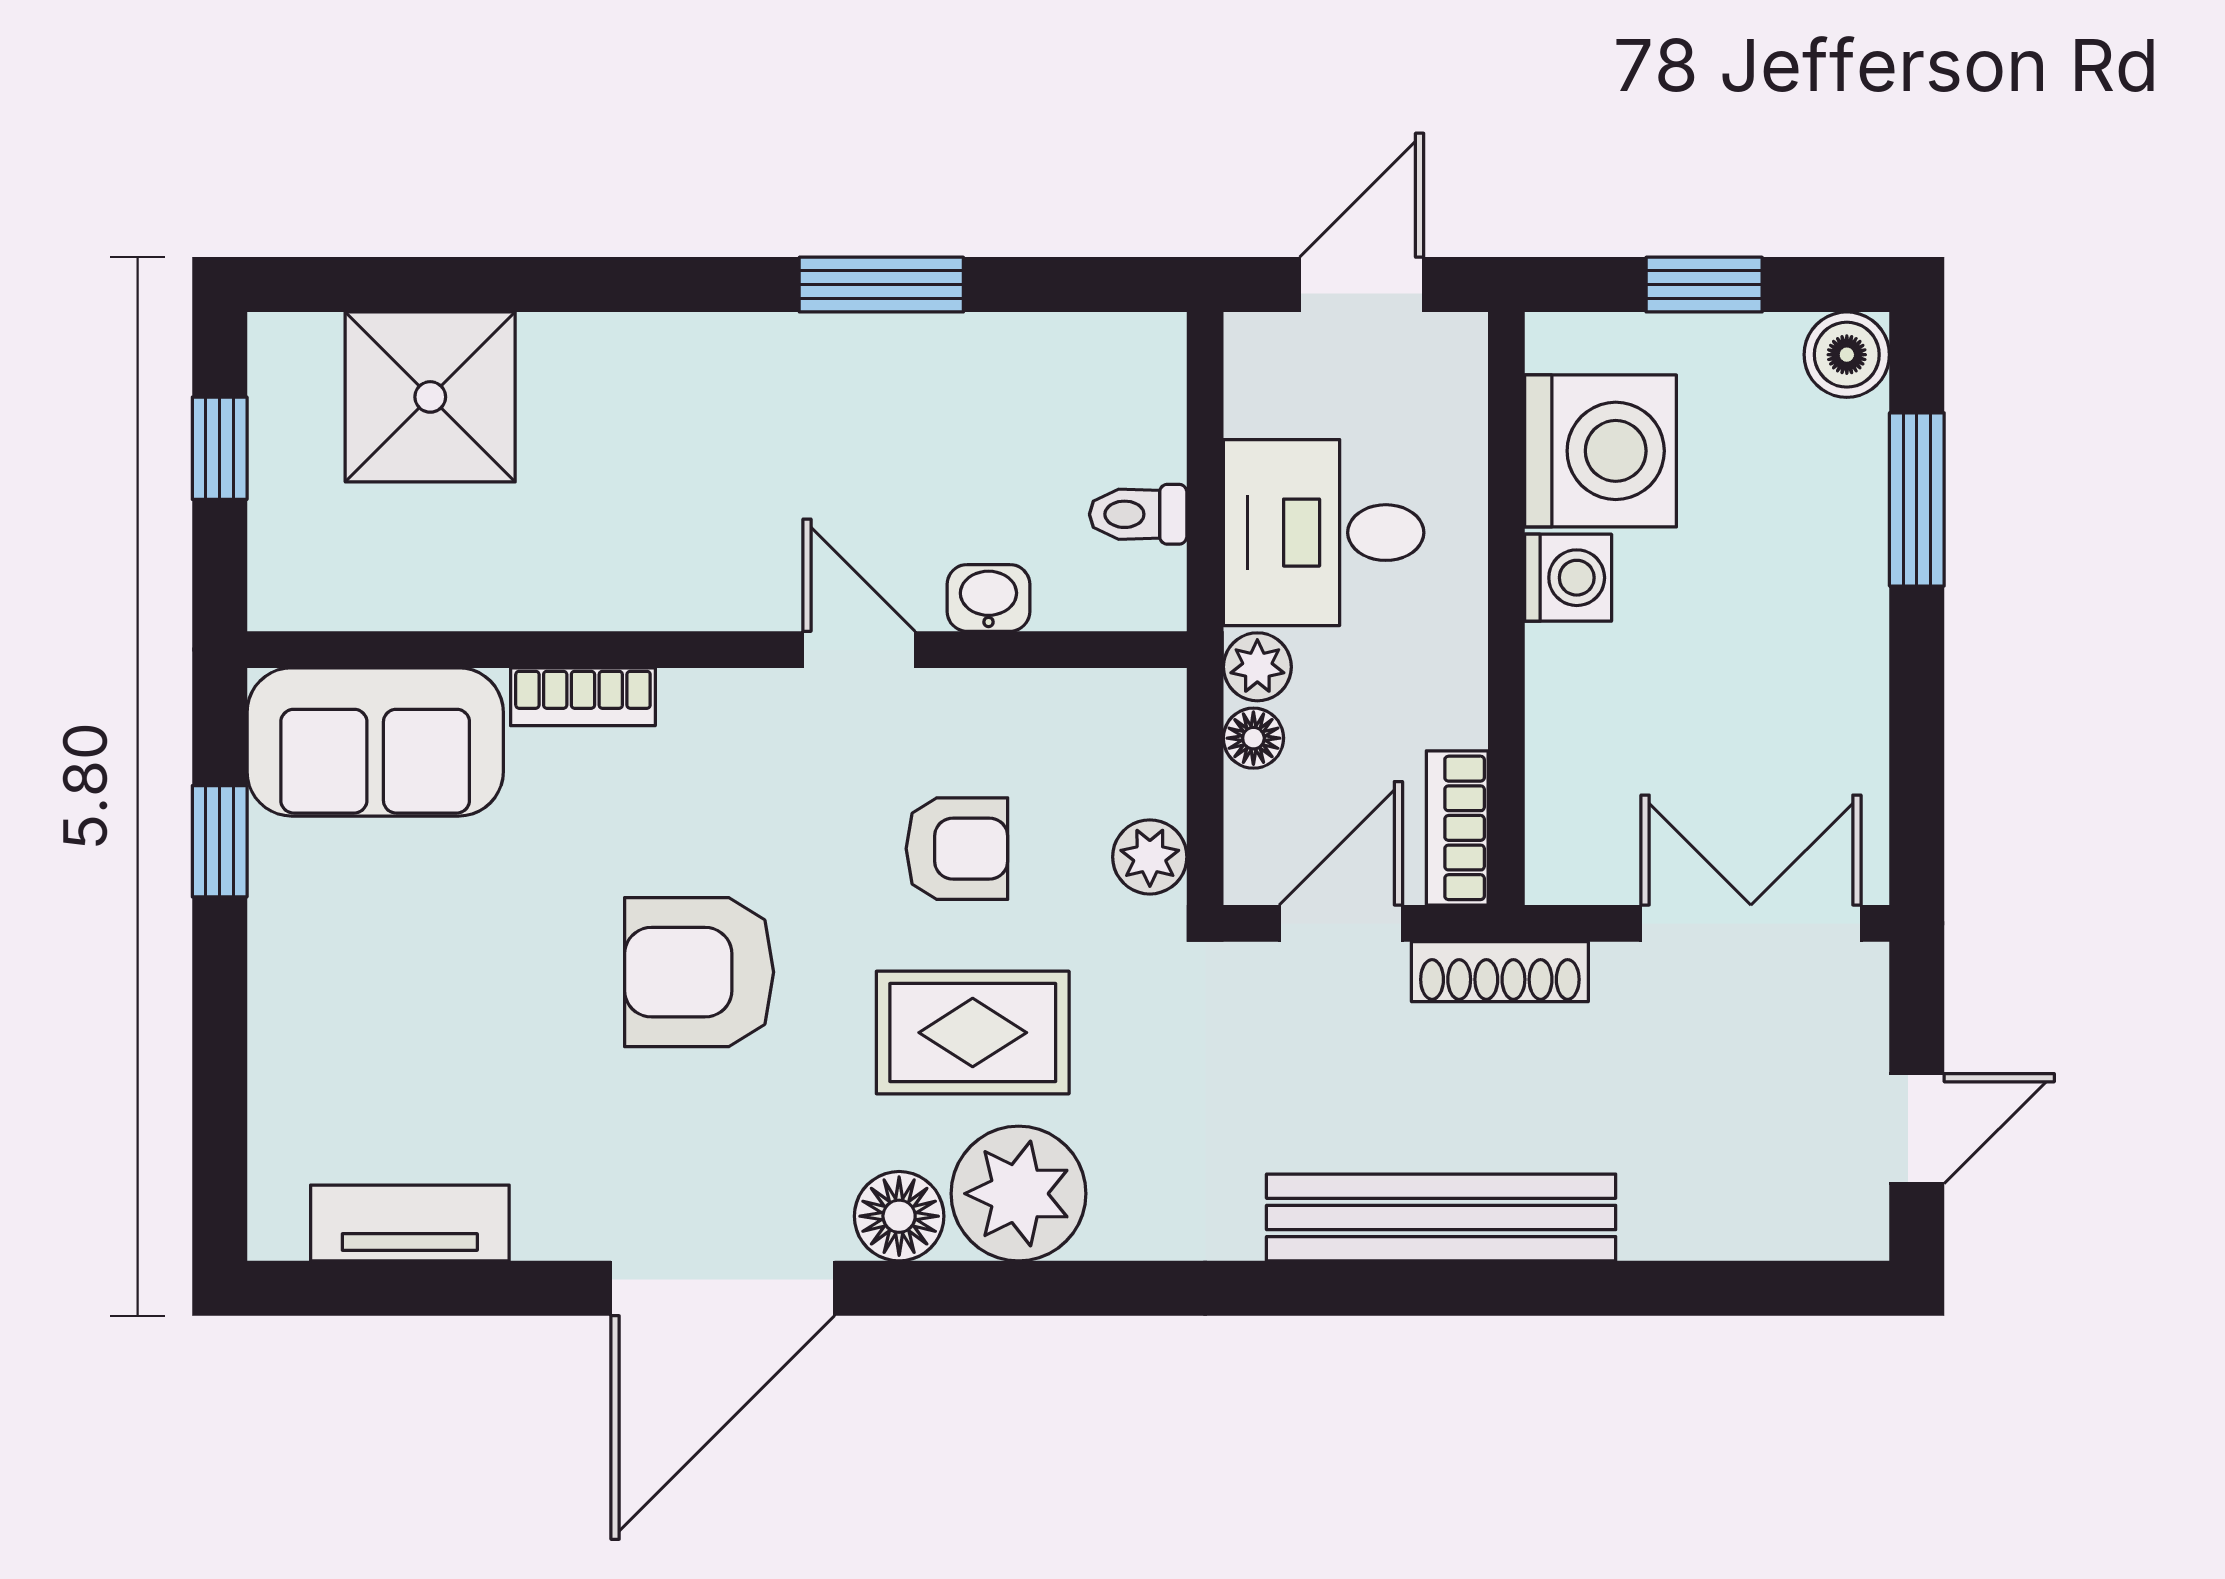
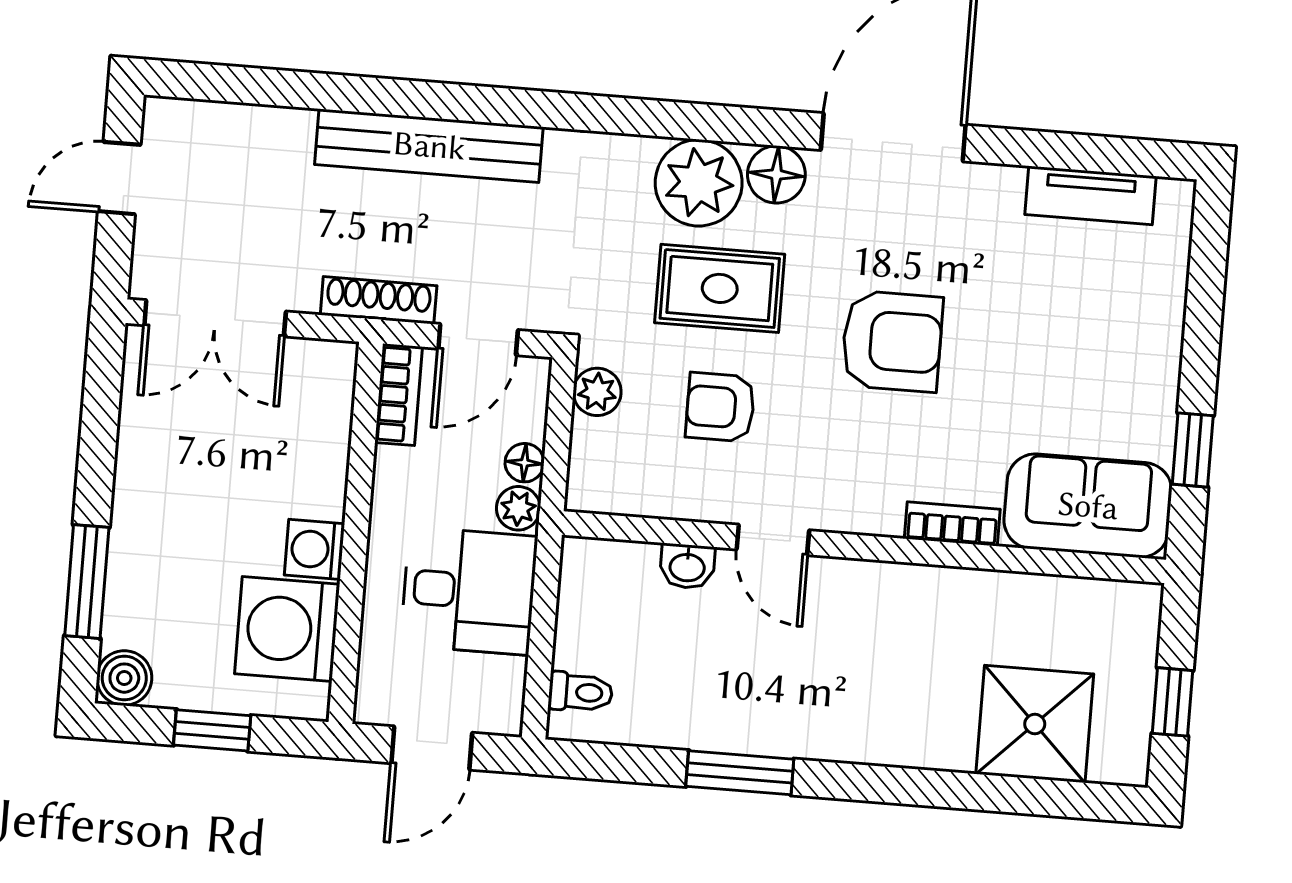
toilet: (1138, 514) -> (580, 692), moved

